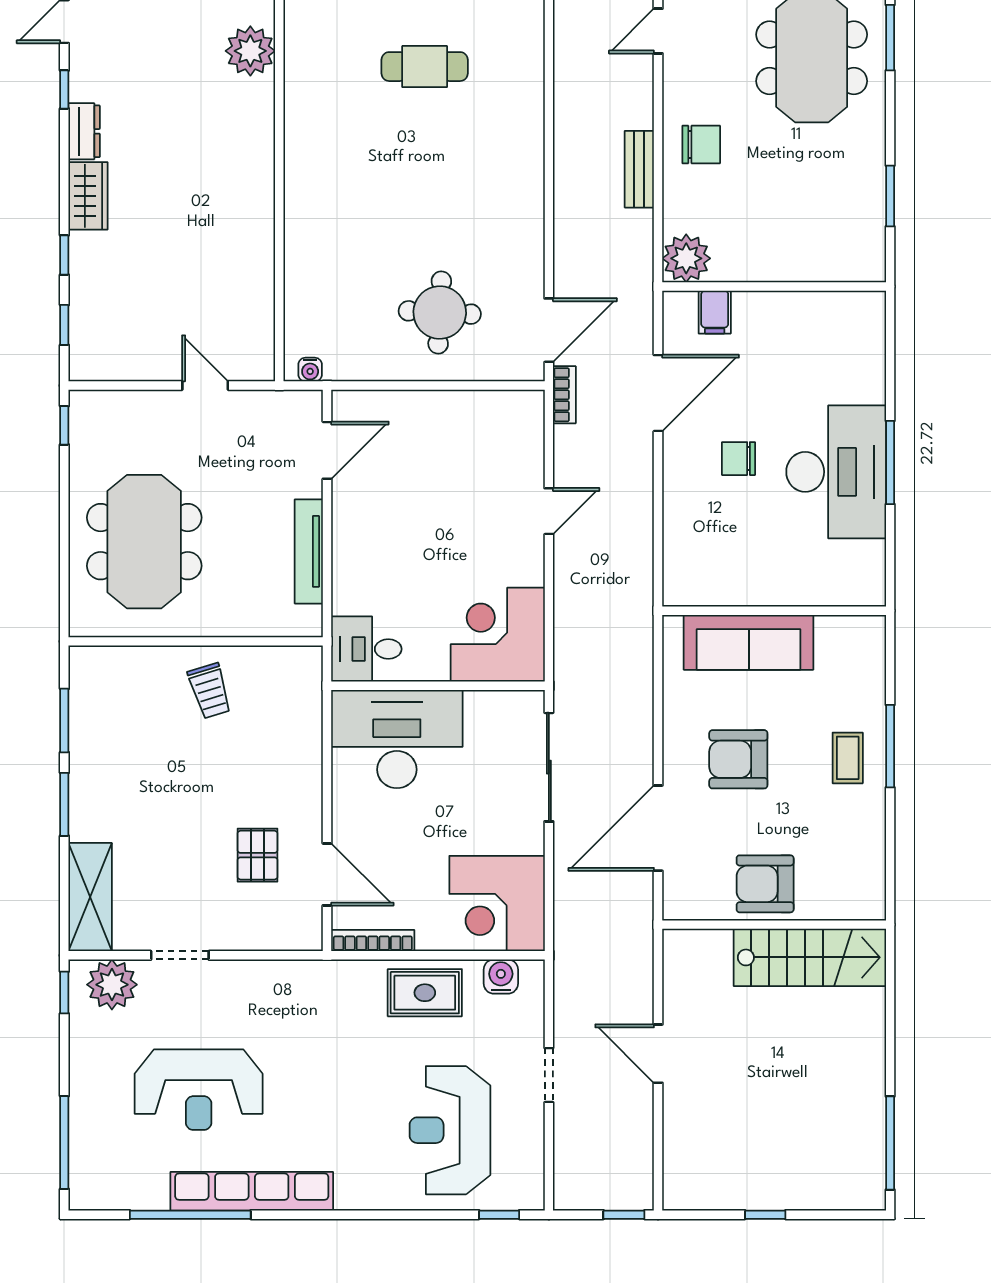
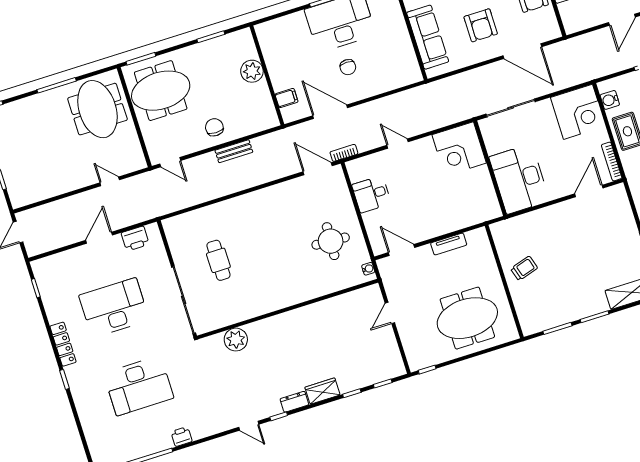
plant: (686, 258) -> (252, 71), moved
round table: (440, 312) -> (331, 241), moved
tv unit: (309, 551) -> (449, 244), width x0.71
desk: (366, 649) -> (372, 194), moved, turned 90
pallet: (257, 855) -> (590, 224), removed

